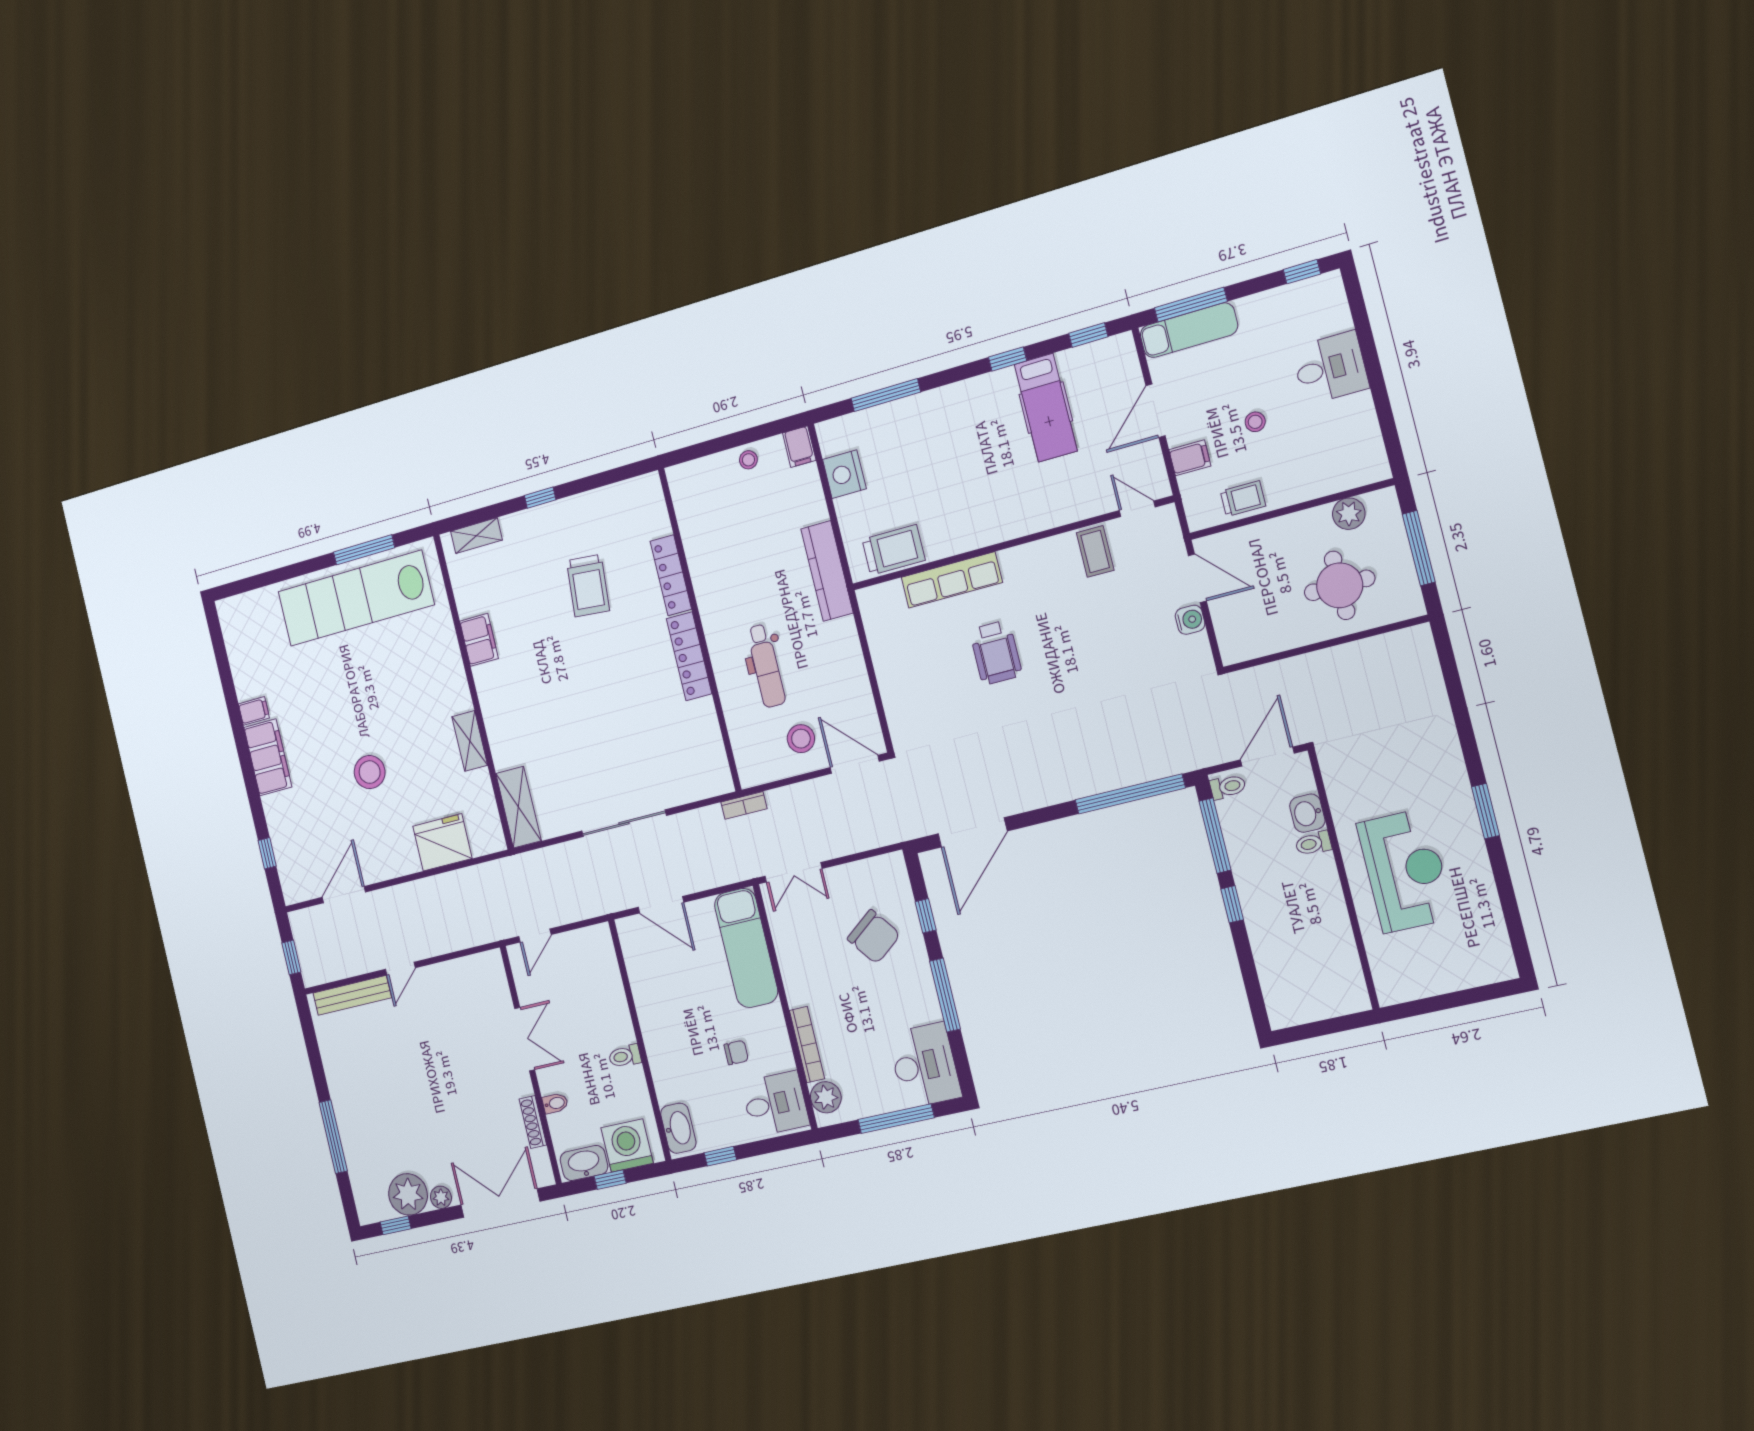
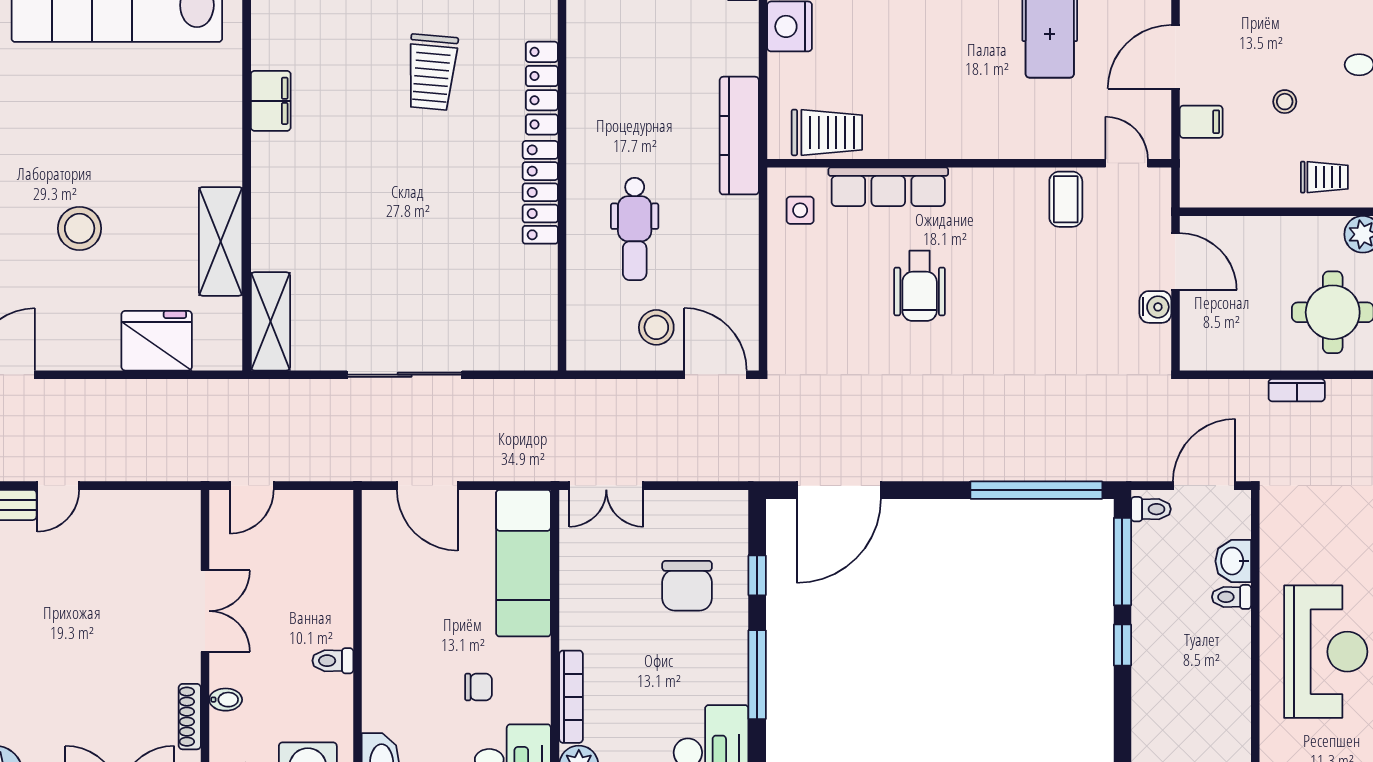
trolley: (1243, 499) -> (1324, 177), moved
side table: (888, 617) -> (800, 210), added
shelving: (470, 741) -> (221, 241), width x1.50, depth x1.33
bookcase: (744, 805) -> (1297, 390), moved
chair: (874, 937) -> (687, 586), turned 37

